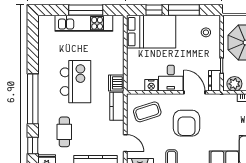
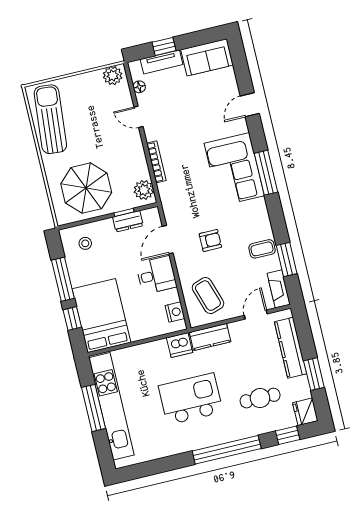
kitchen unit: (84, 23) -> (111, 406), width x1.36
dresser: (215, 81) -> (128, 221), moved
nightstand: (151, 85) -> (175, 312), moved
armchair: (187, 123) -> (210, 240), width x0.53, depth x0.53

